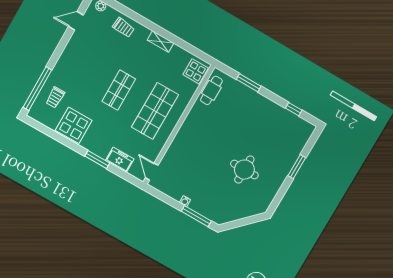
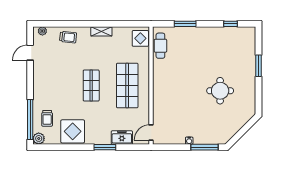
plant: (35, 113) -> (39, 138), added
door: (152, 172) -> (151, 133), hinge flipped

